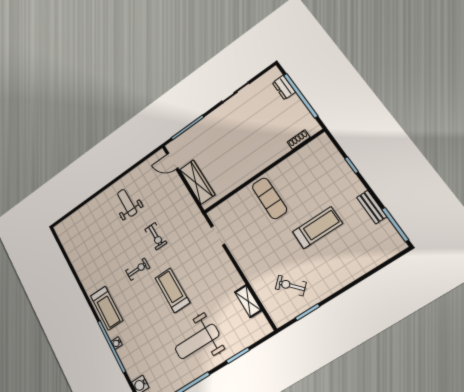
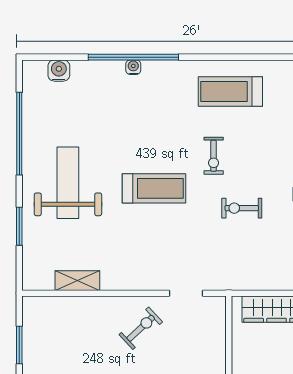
exercise bike: (291, 286) -> (141, 328), moved
treadmill: (107, 308) -> (230, 92), moved

